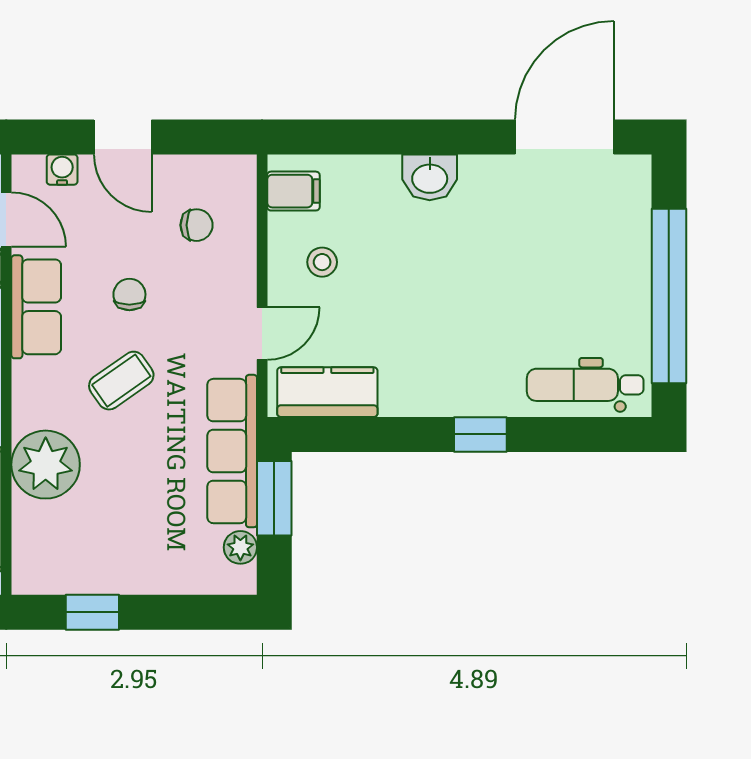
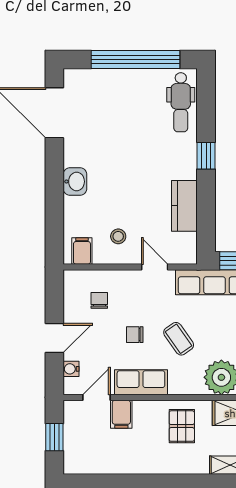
kitchen counter: (327, 392) -> (184, 206), moved

